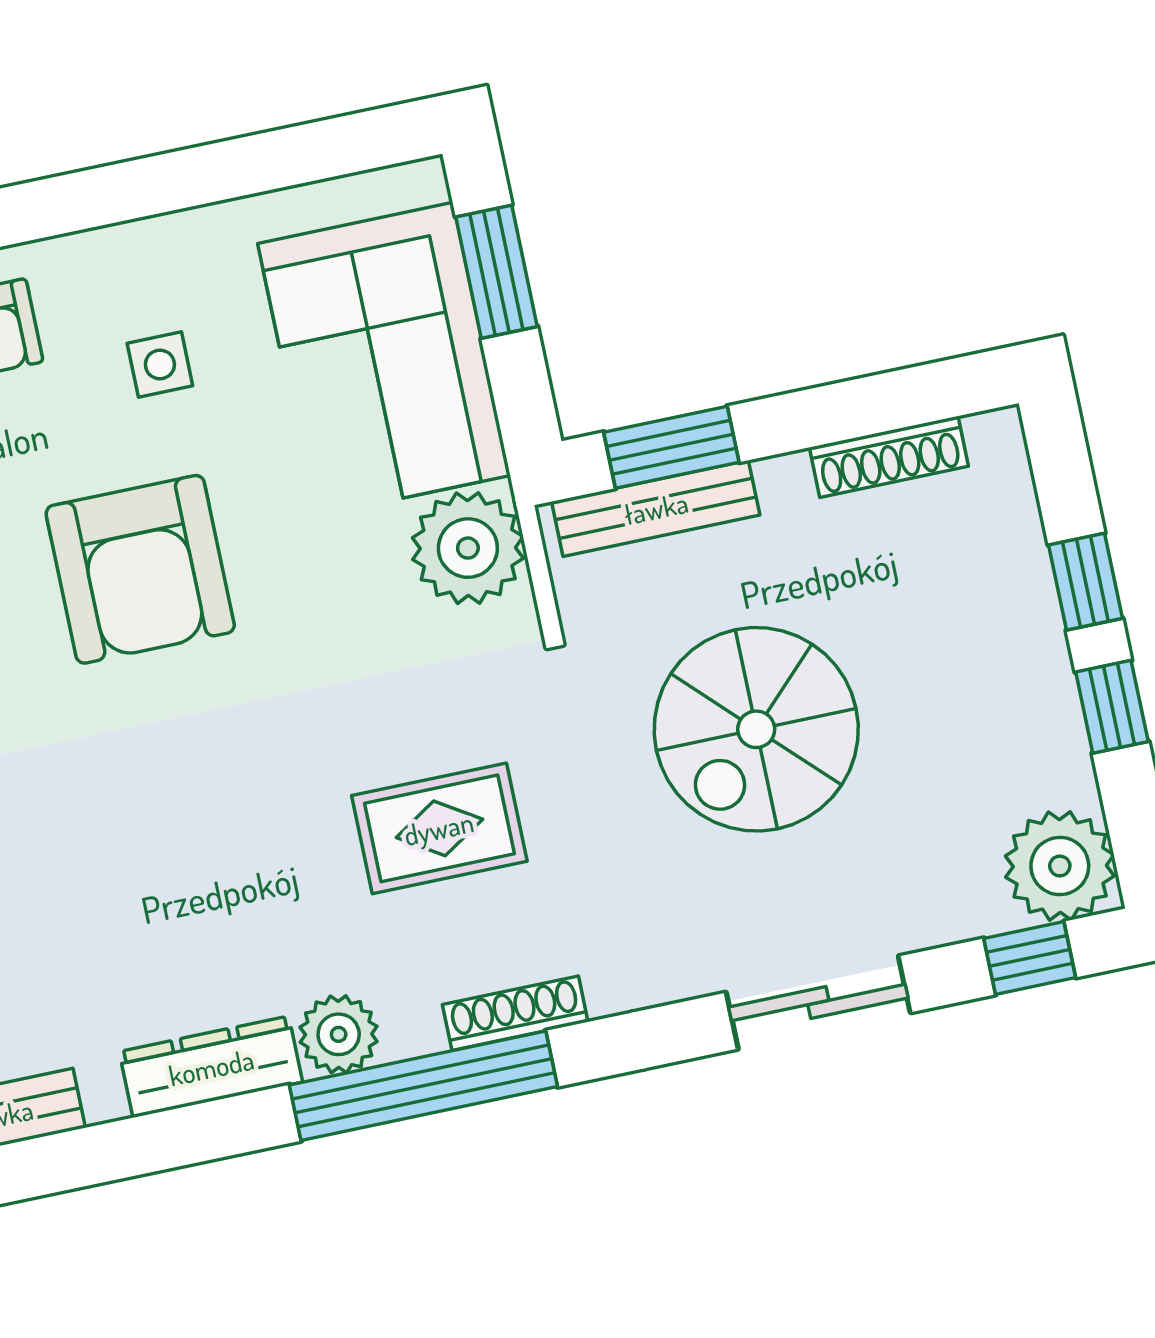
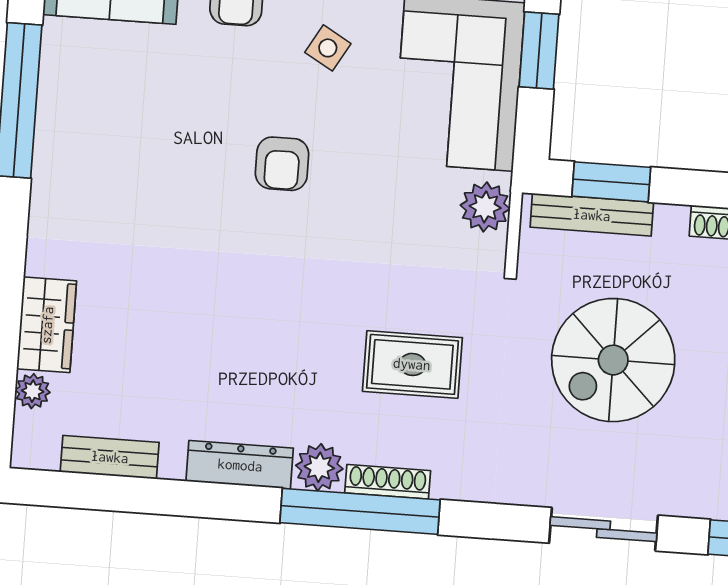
side table: (160, 364) -> (328, 48), turned 30
plant: (468, 548) -> (485, 207), width x0.73, depth x0.73
armchair: (140, 569) -> (282, 164), width x0.53, depth x0.53
shoe rack: (515, 1013) -> (388, 482), moved

